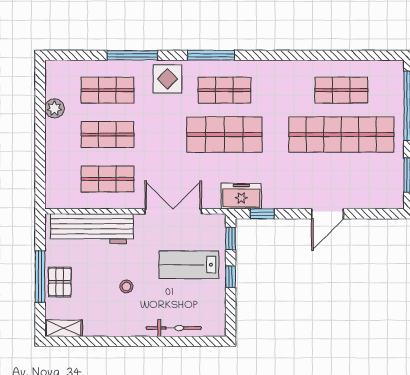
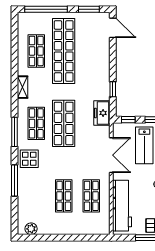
shelving: (283, 68) -> (23, 87), added
shop shelf: (107, 90) -> (36, 196), removed
plant: (54, 108) -> (31, 229), moved
double door: (173, 211) -> (111, 155), swing flipped
window: (262, 214) -> (113, 89), moved
door: (327, 214) -> (113, 28), moved

